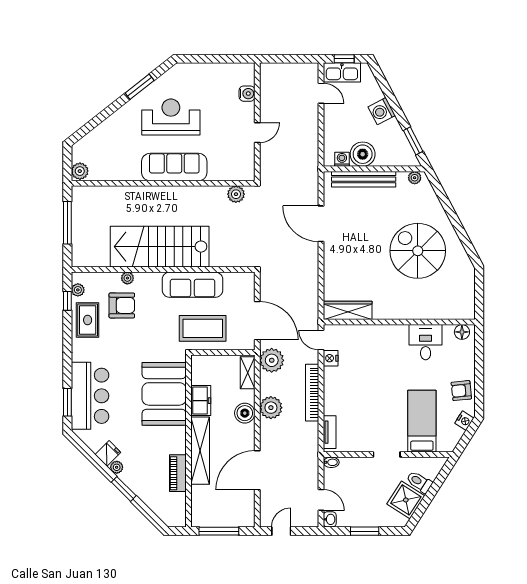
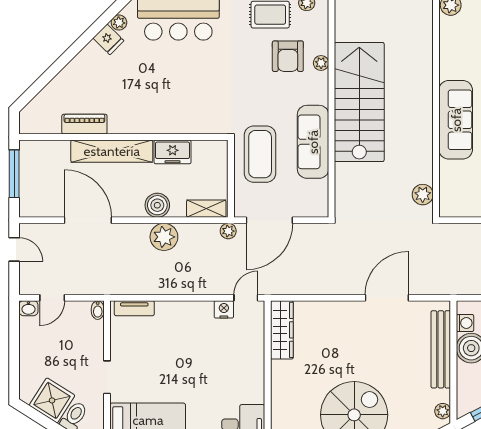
plant: (272, 360) -> (228, 231), width x0.53, depth x0.53
bookcase: (312, 393) -> (182, 287), removed
booth: (164, 394) -> (181, 107), removed
plant: (117, 467) -> (119, 23), moved
window: (124, 489) -> (65, 59), removed
window: (365, 531) -> (14, 350), removed

